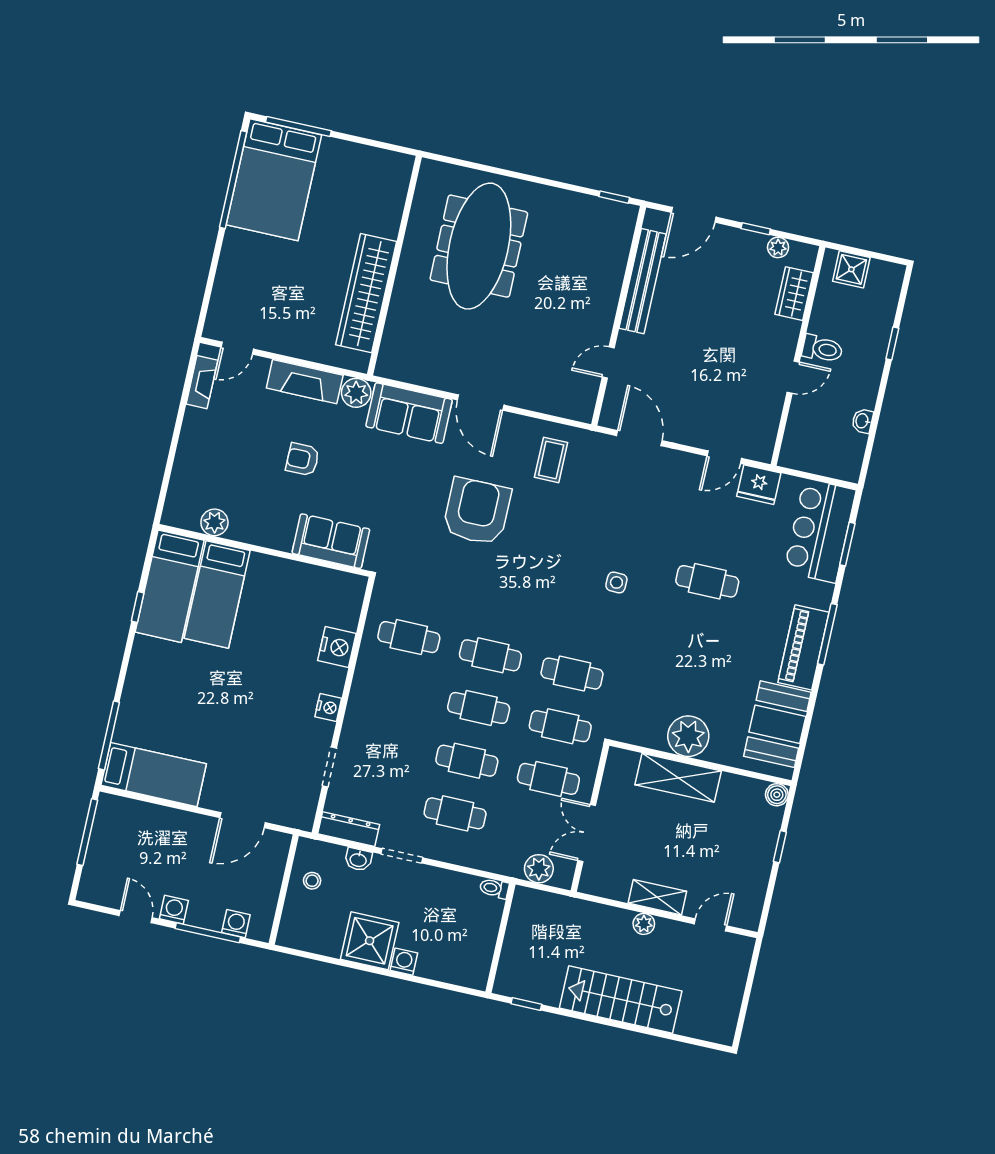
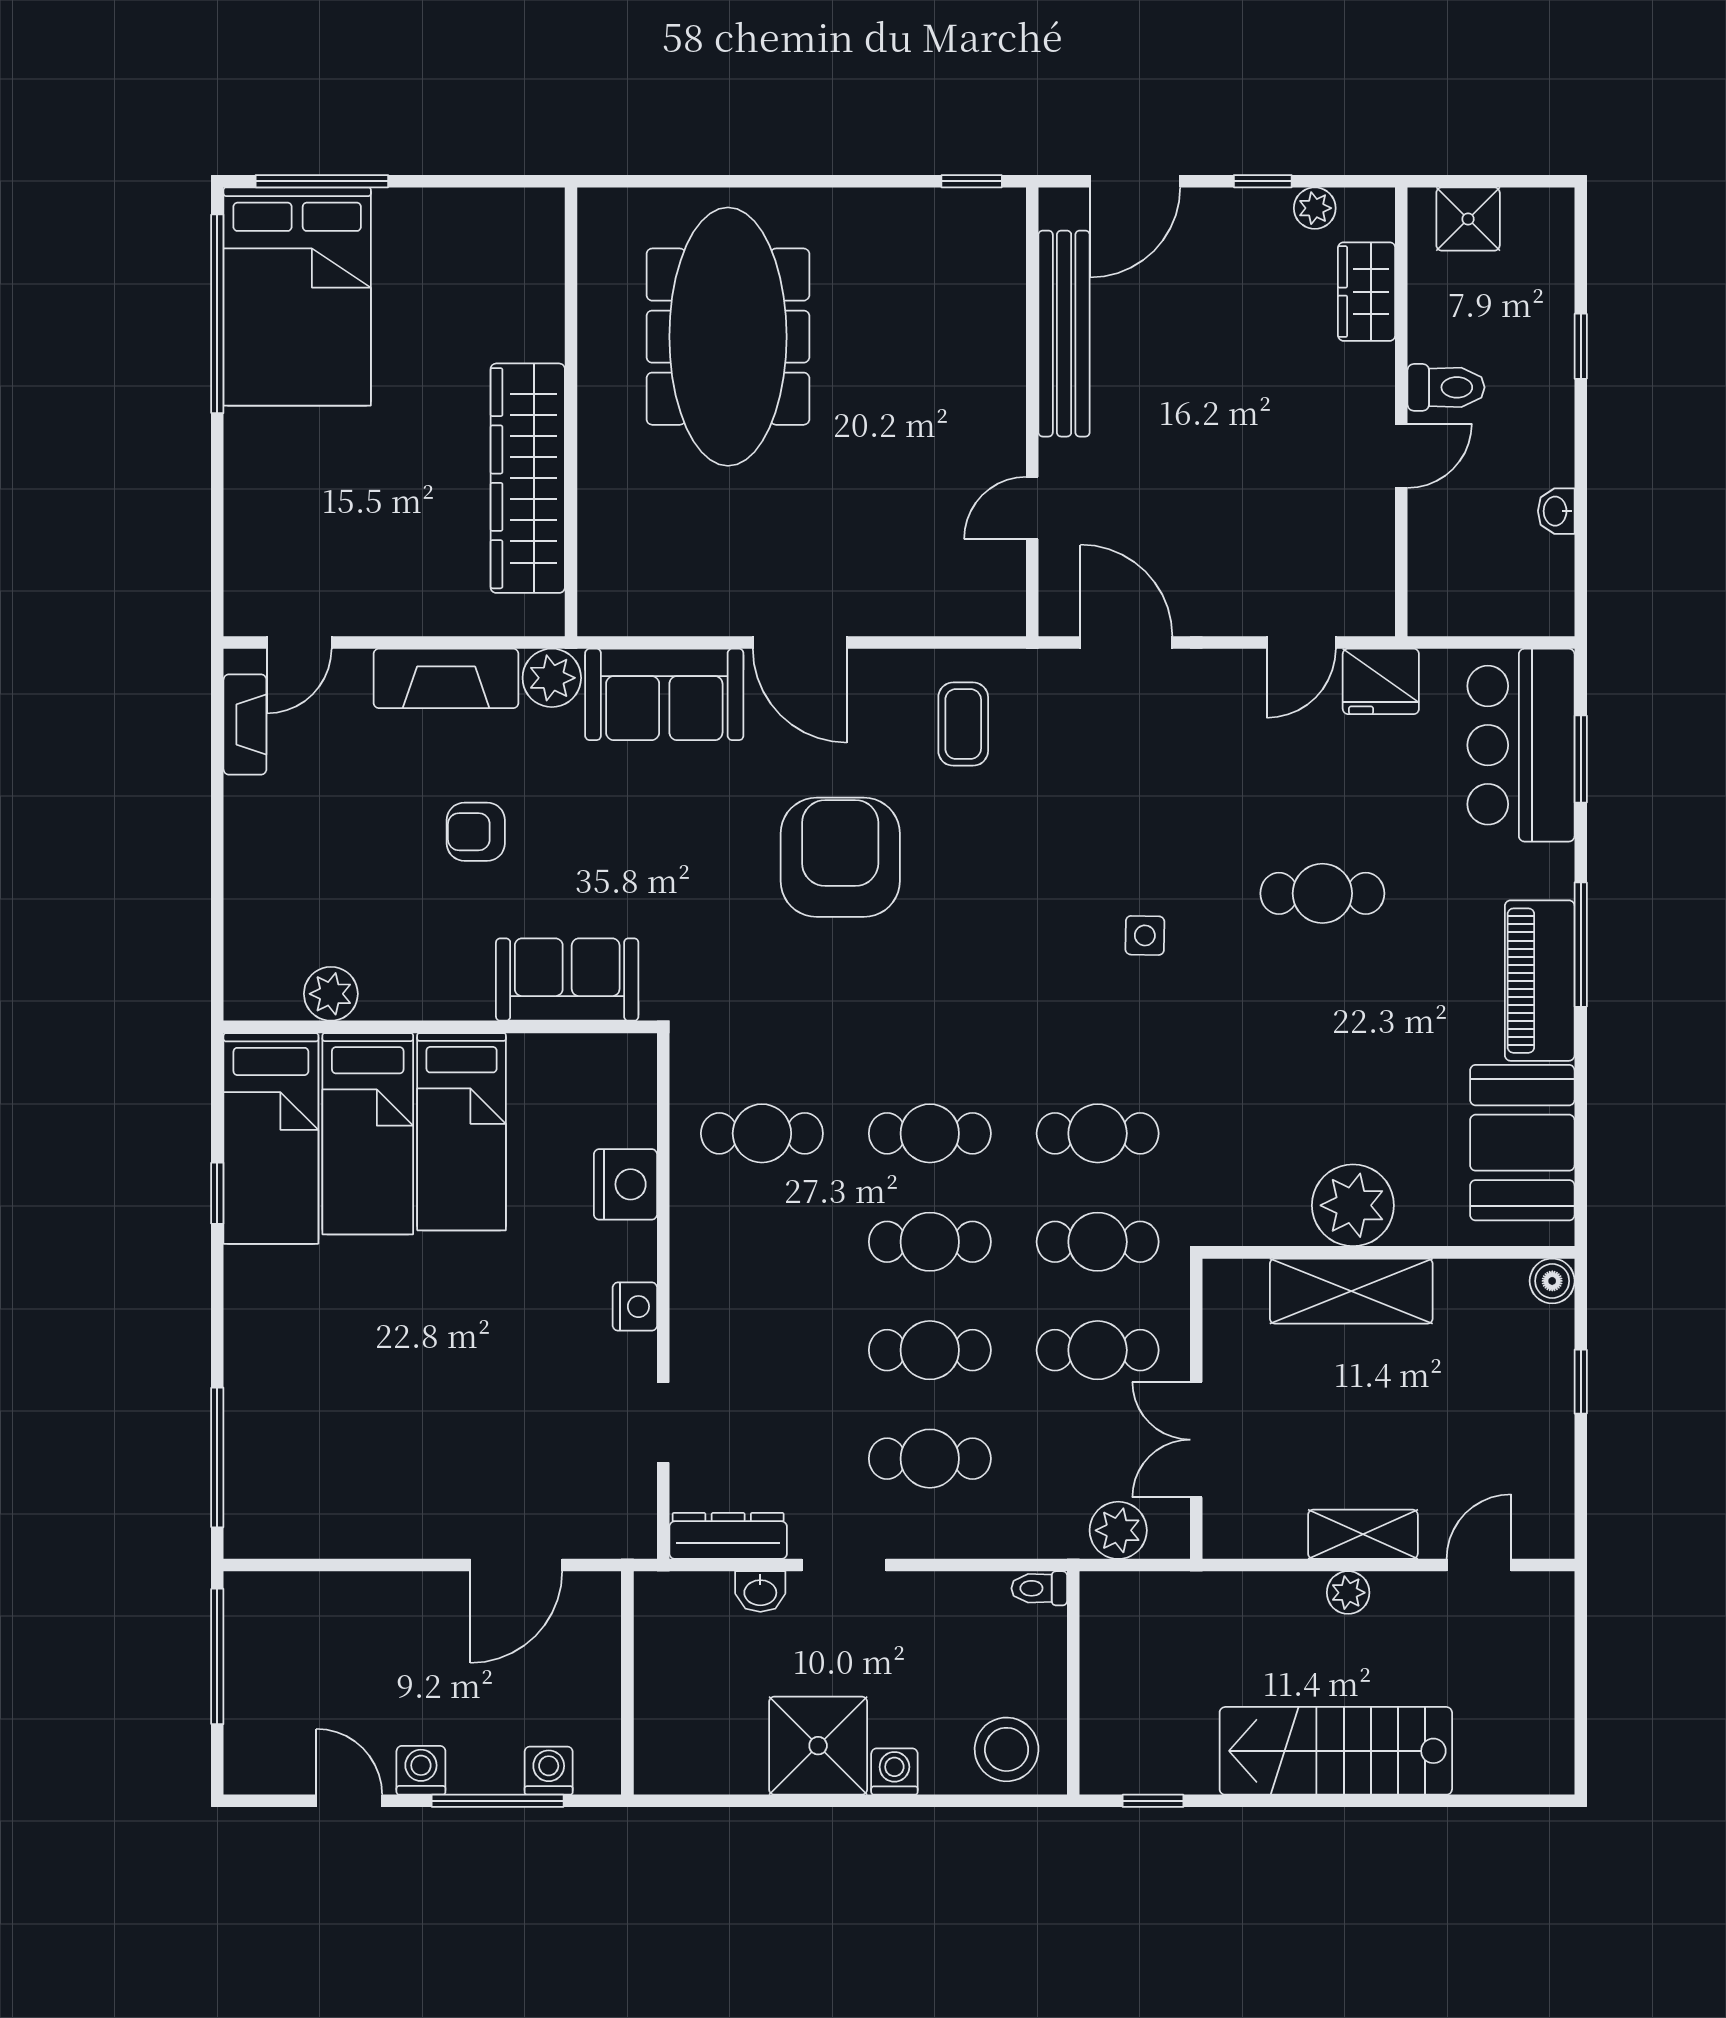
bed: (154, 775) -> (462, 1132), moved, turned 90
stool: (312, 881) -> (1007, 1749), moved, width x1.89, depth x1.89

